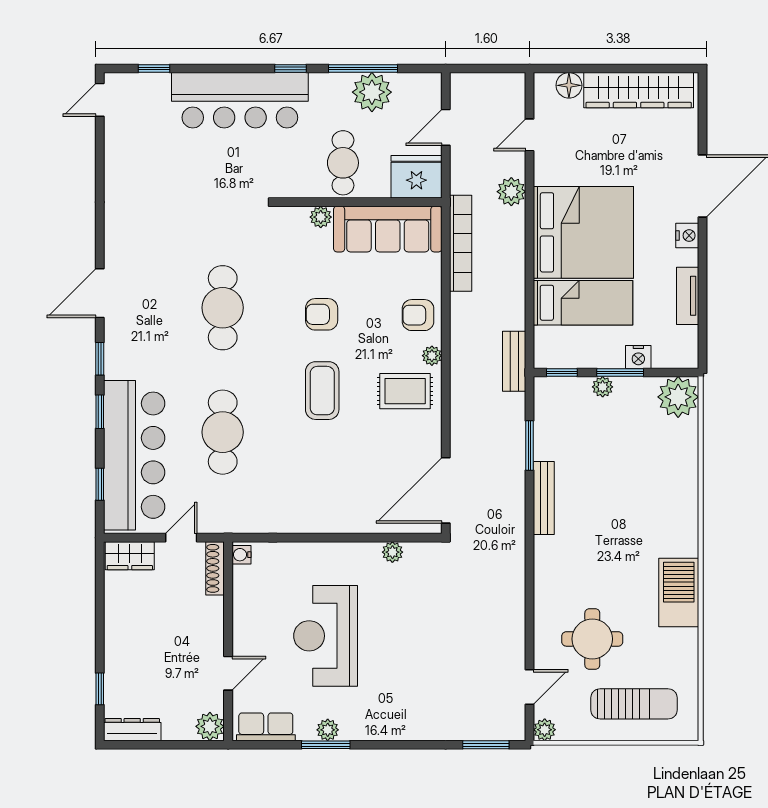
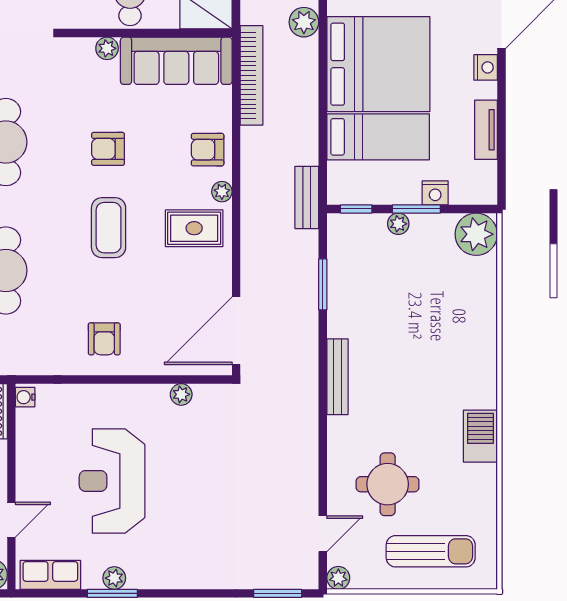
armchair: (318, 498) -> (104, 339), added
bench: (544, 498) -> (337, 377), moved
barbecue: (679, 592) -> (480, 436), width x0.73, depth x0.83

